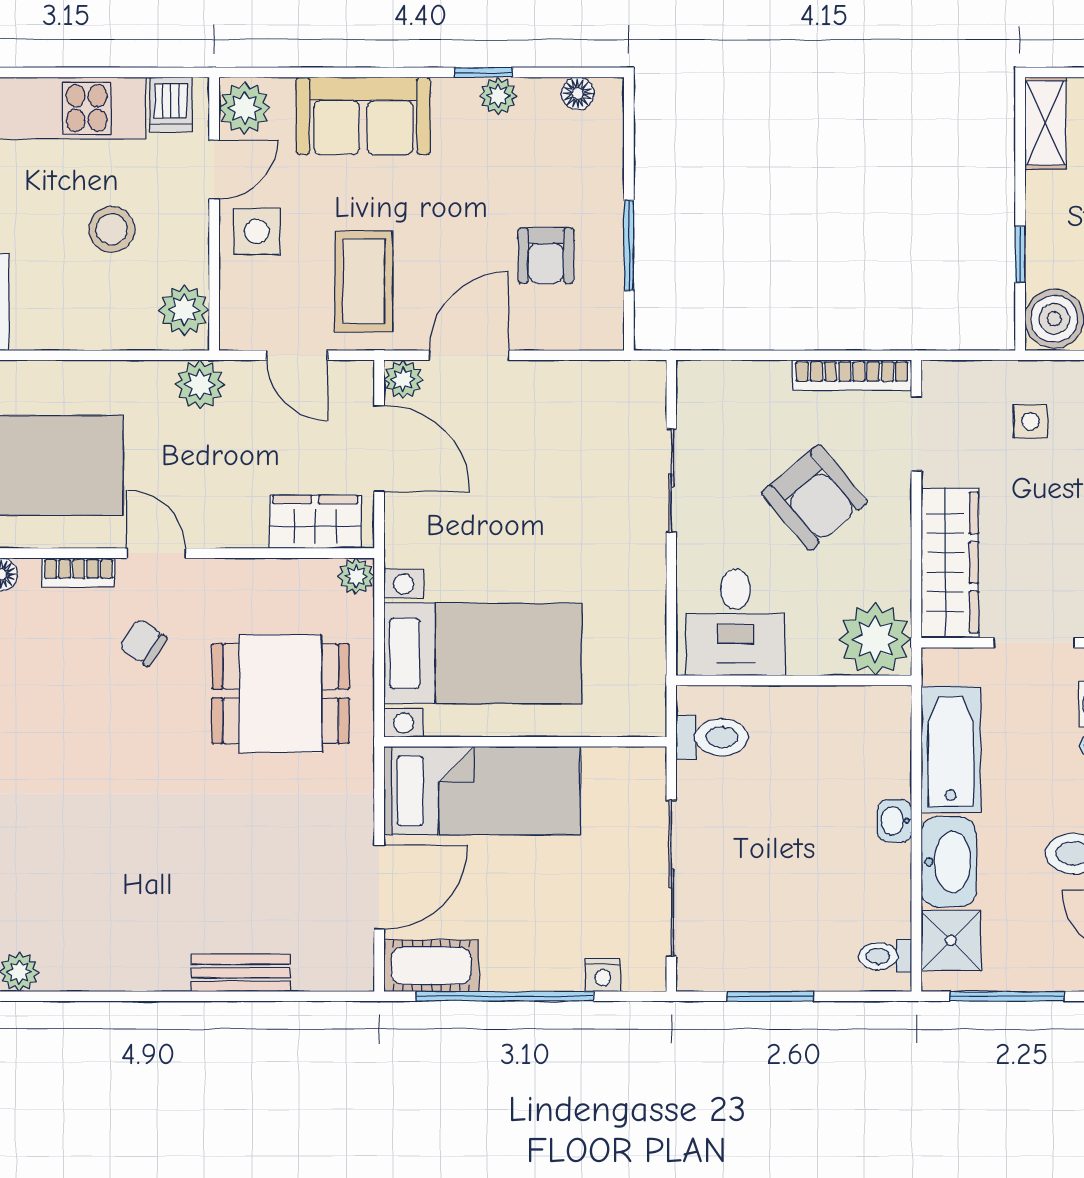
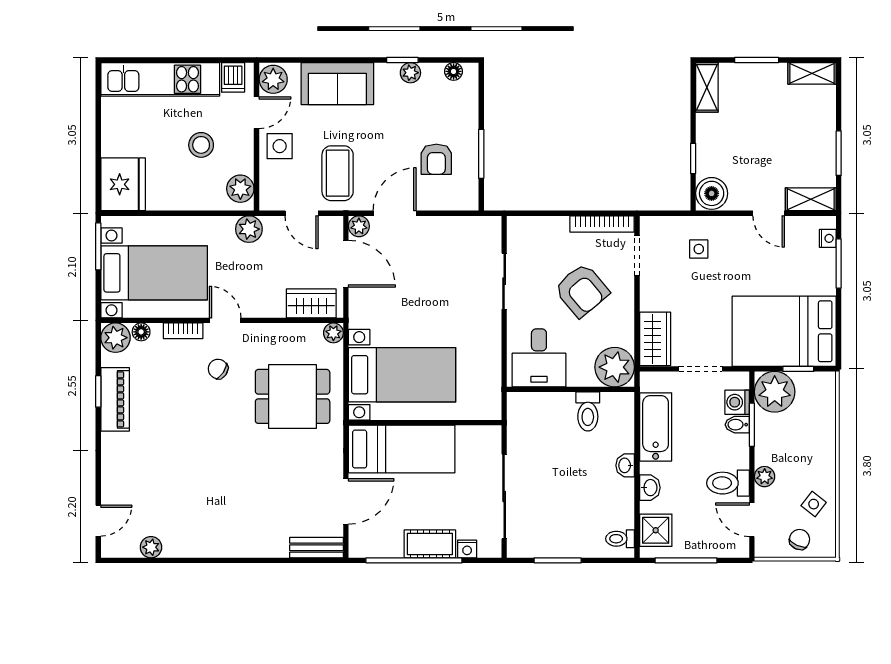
wardrobe: (950, 563) -> (655, 339), width x0.67
toilet: (712, 737) -> (588, 411), moved, turned 90
washbasin: (949, 862) -> (650, 488), width x0.52, depth x0.69
cot: (431, 966) -> (430, 544), moved
bench: (241, 973) -> (317, 548), moved

